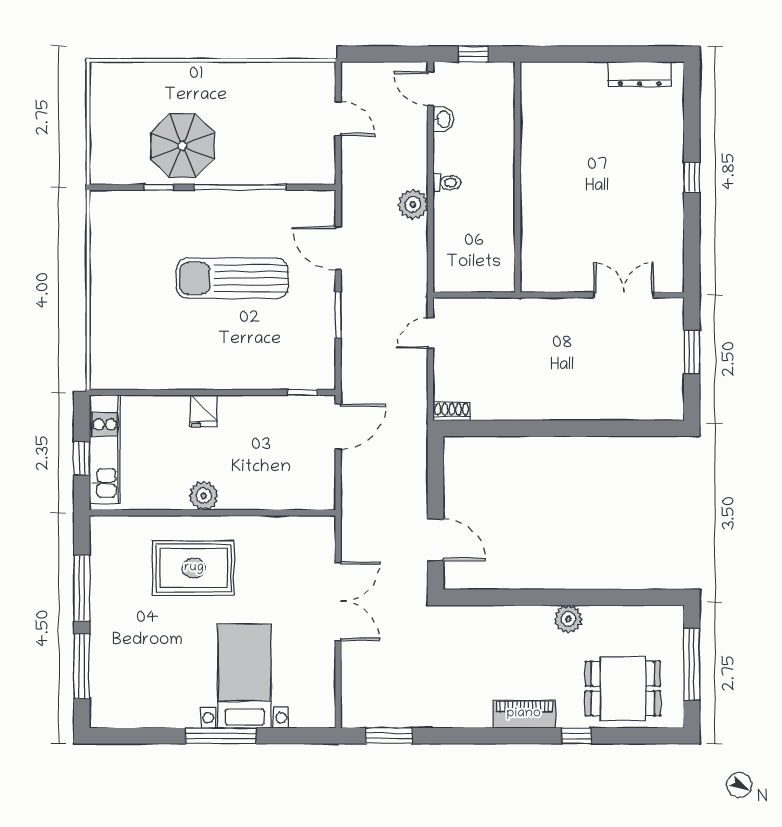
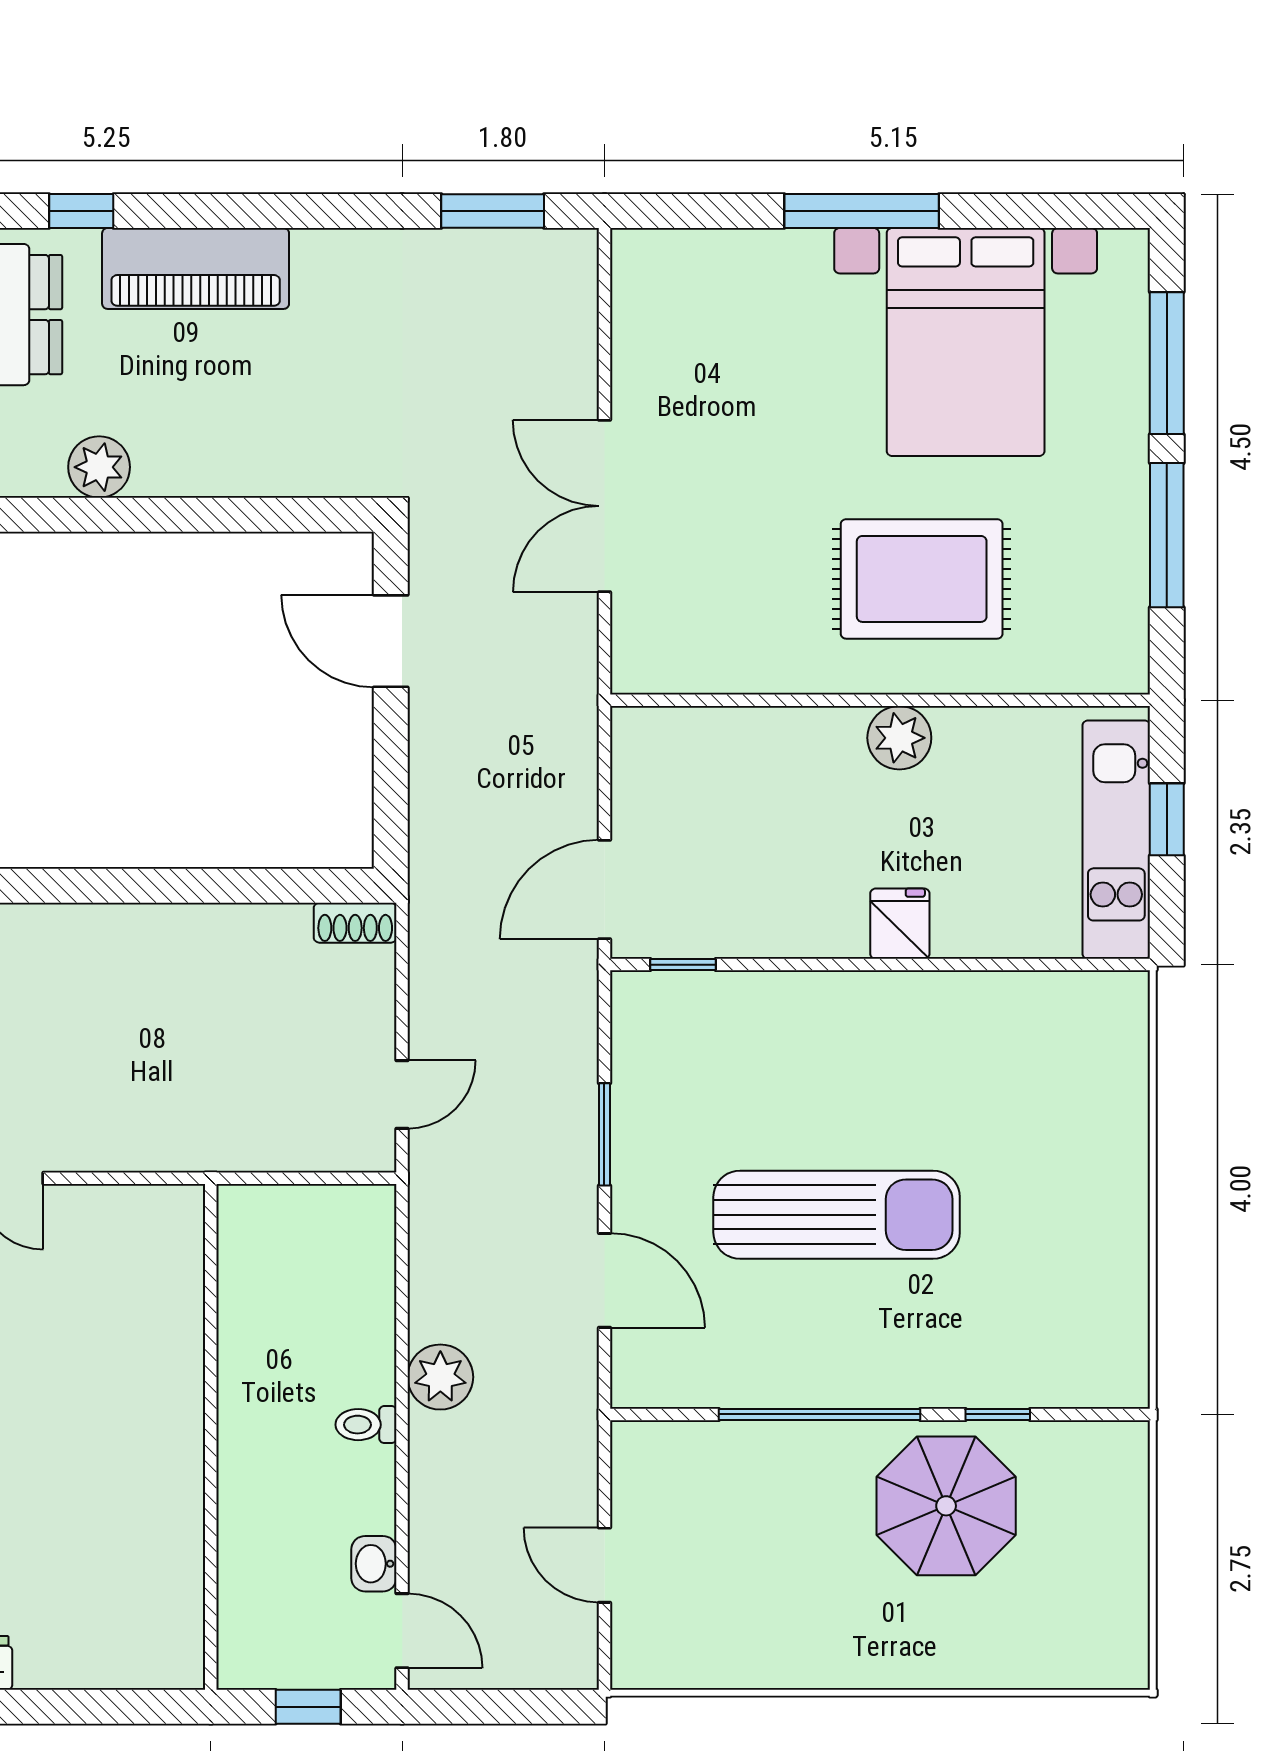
bed with nightstands: (245, 676) -> (966, 342), moved, width x1.36
piano: (524, 714) -> (196, 268), width x1.37, depth x1.33

